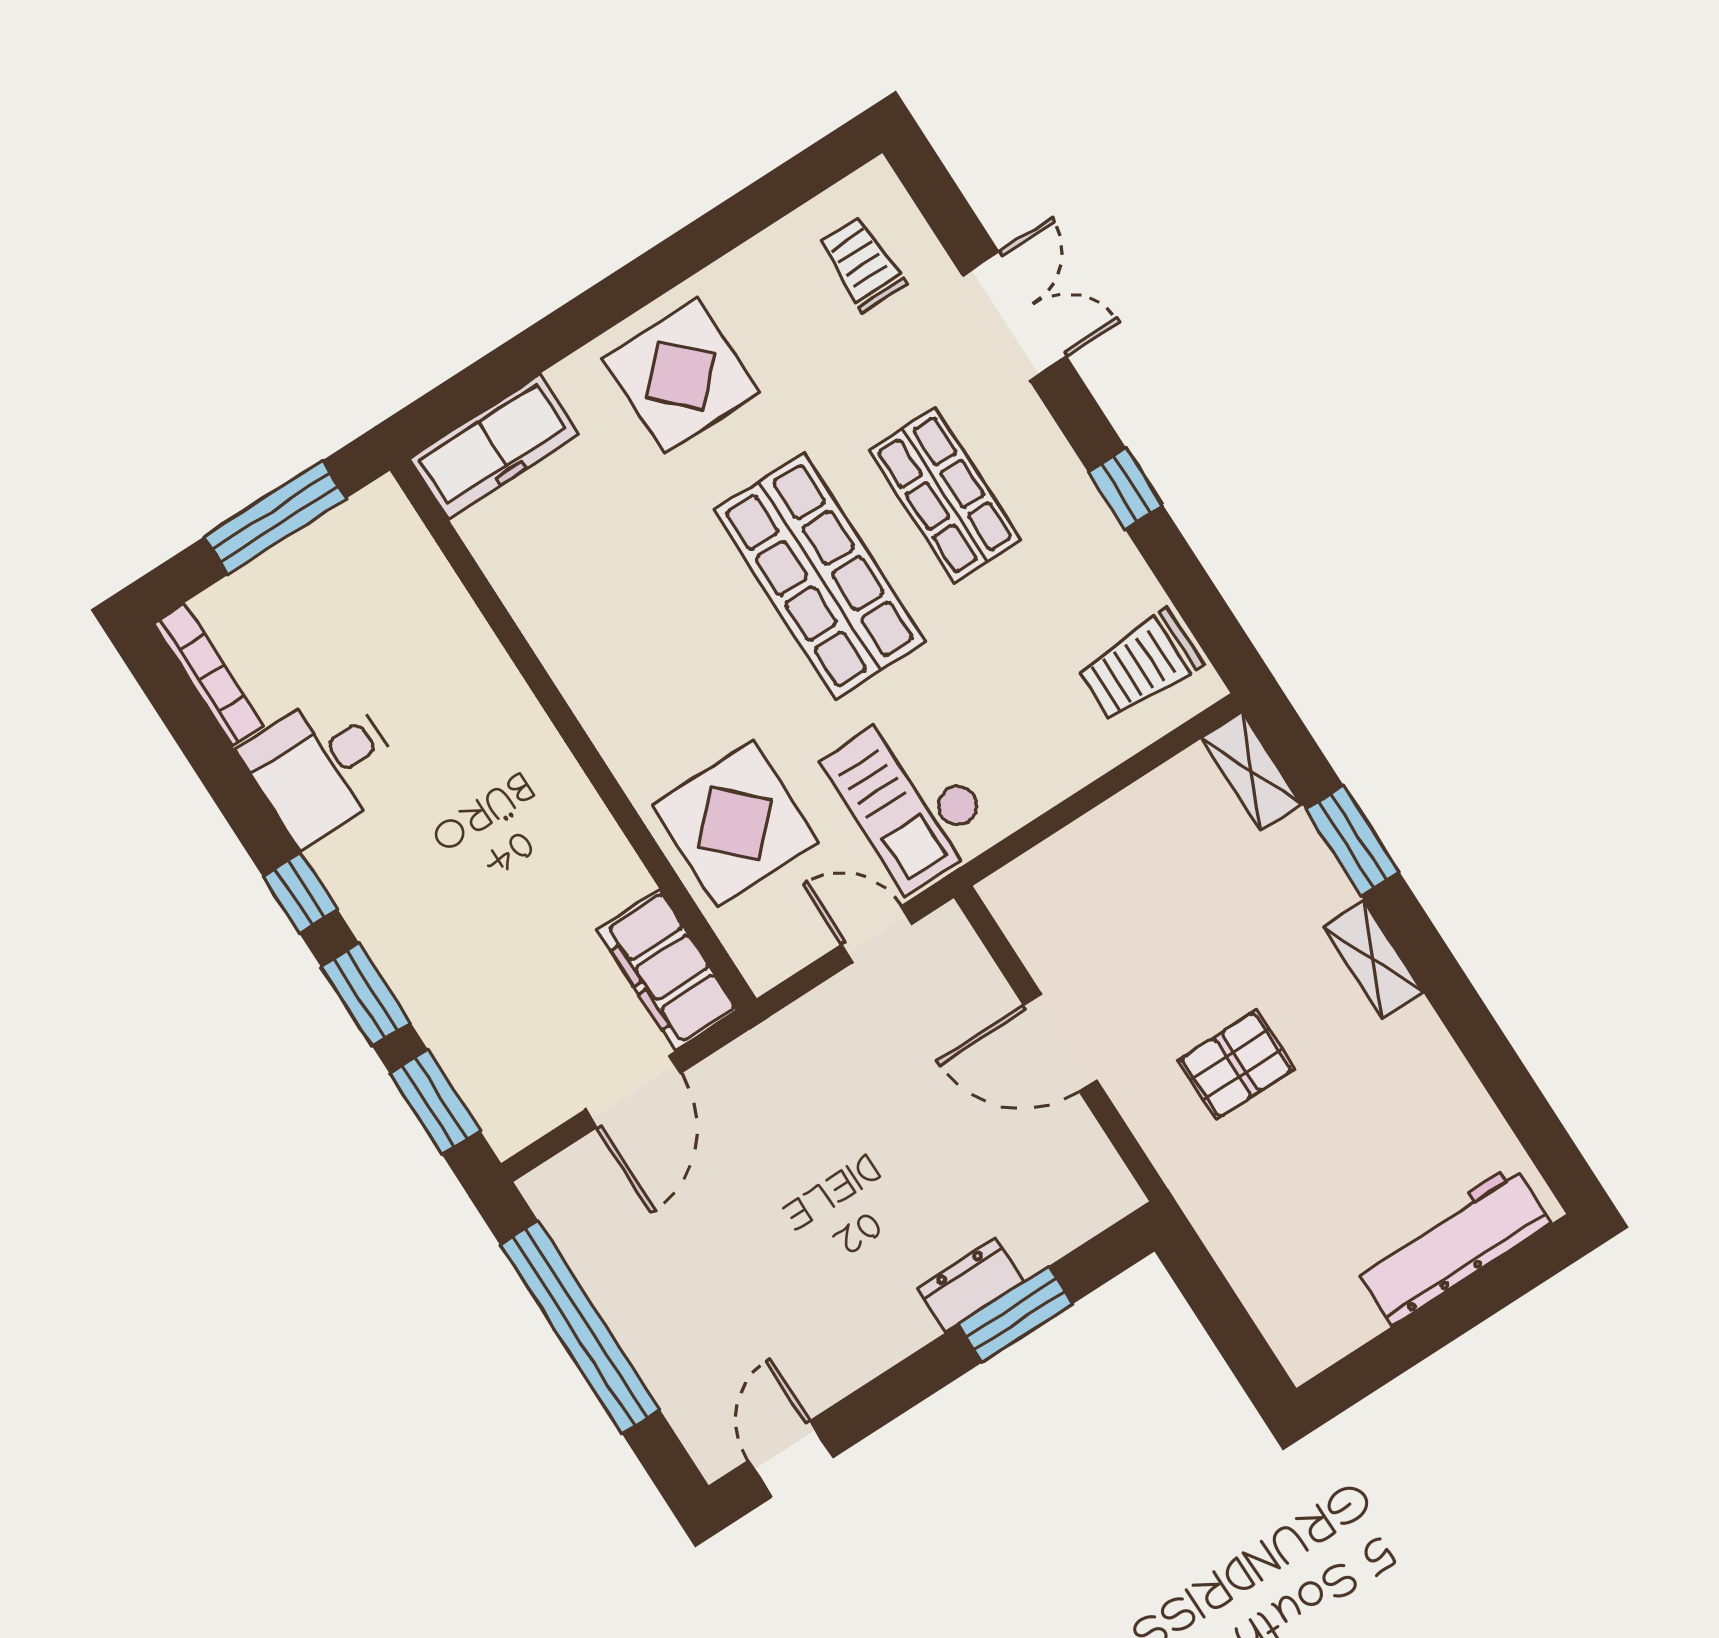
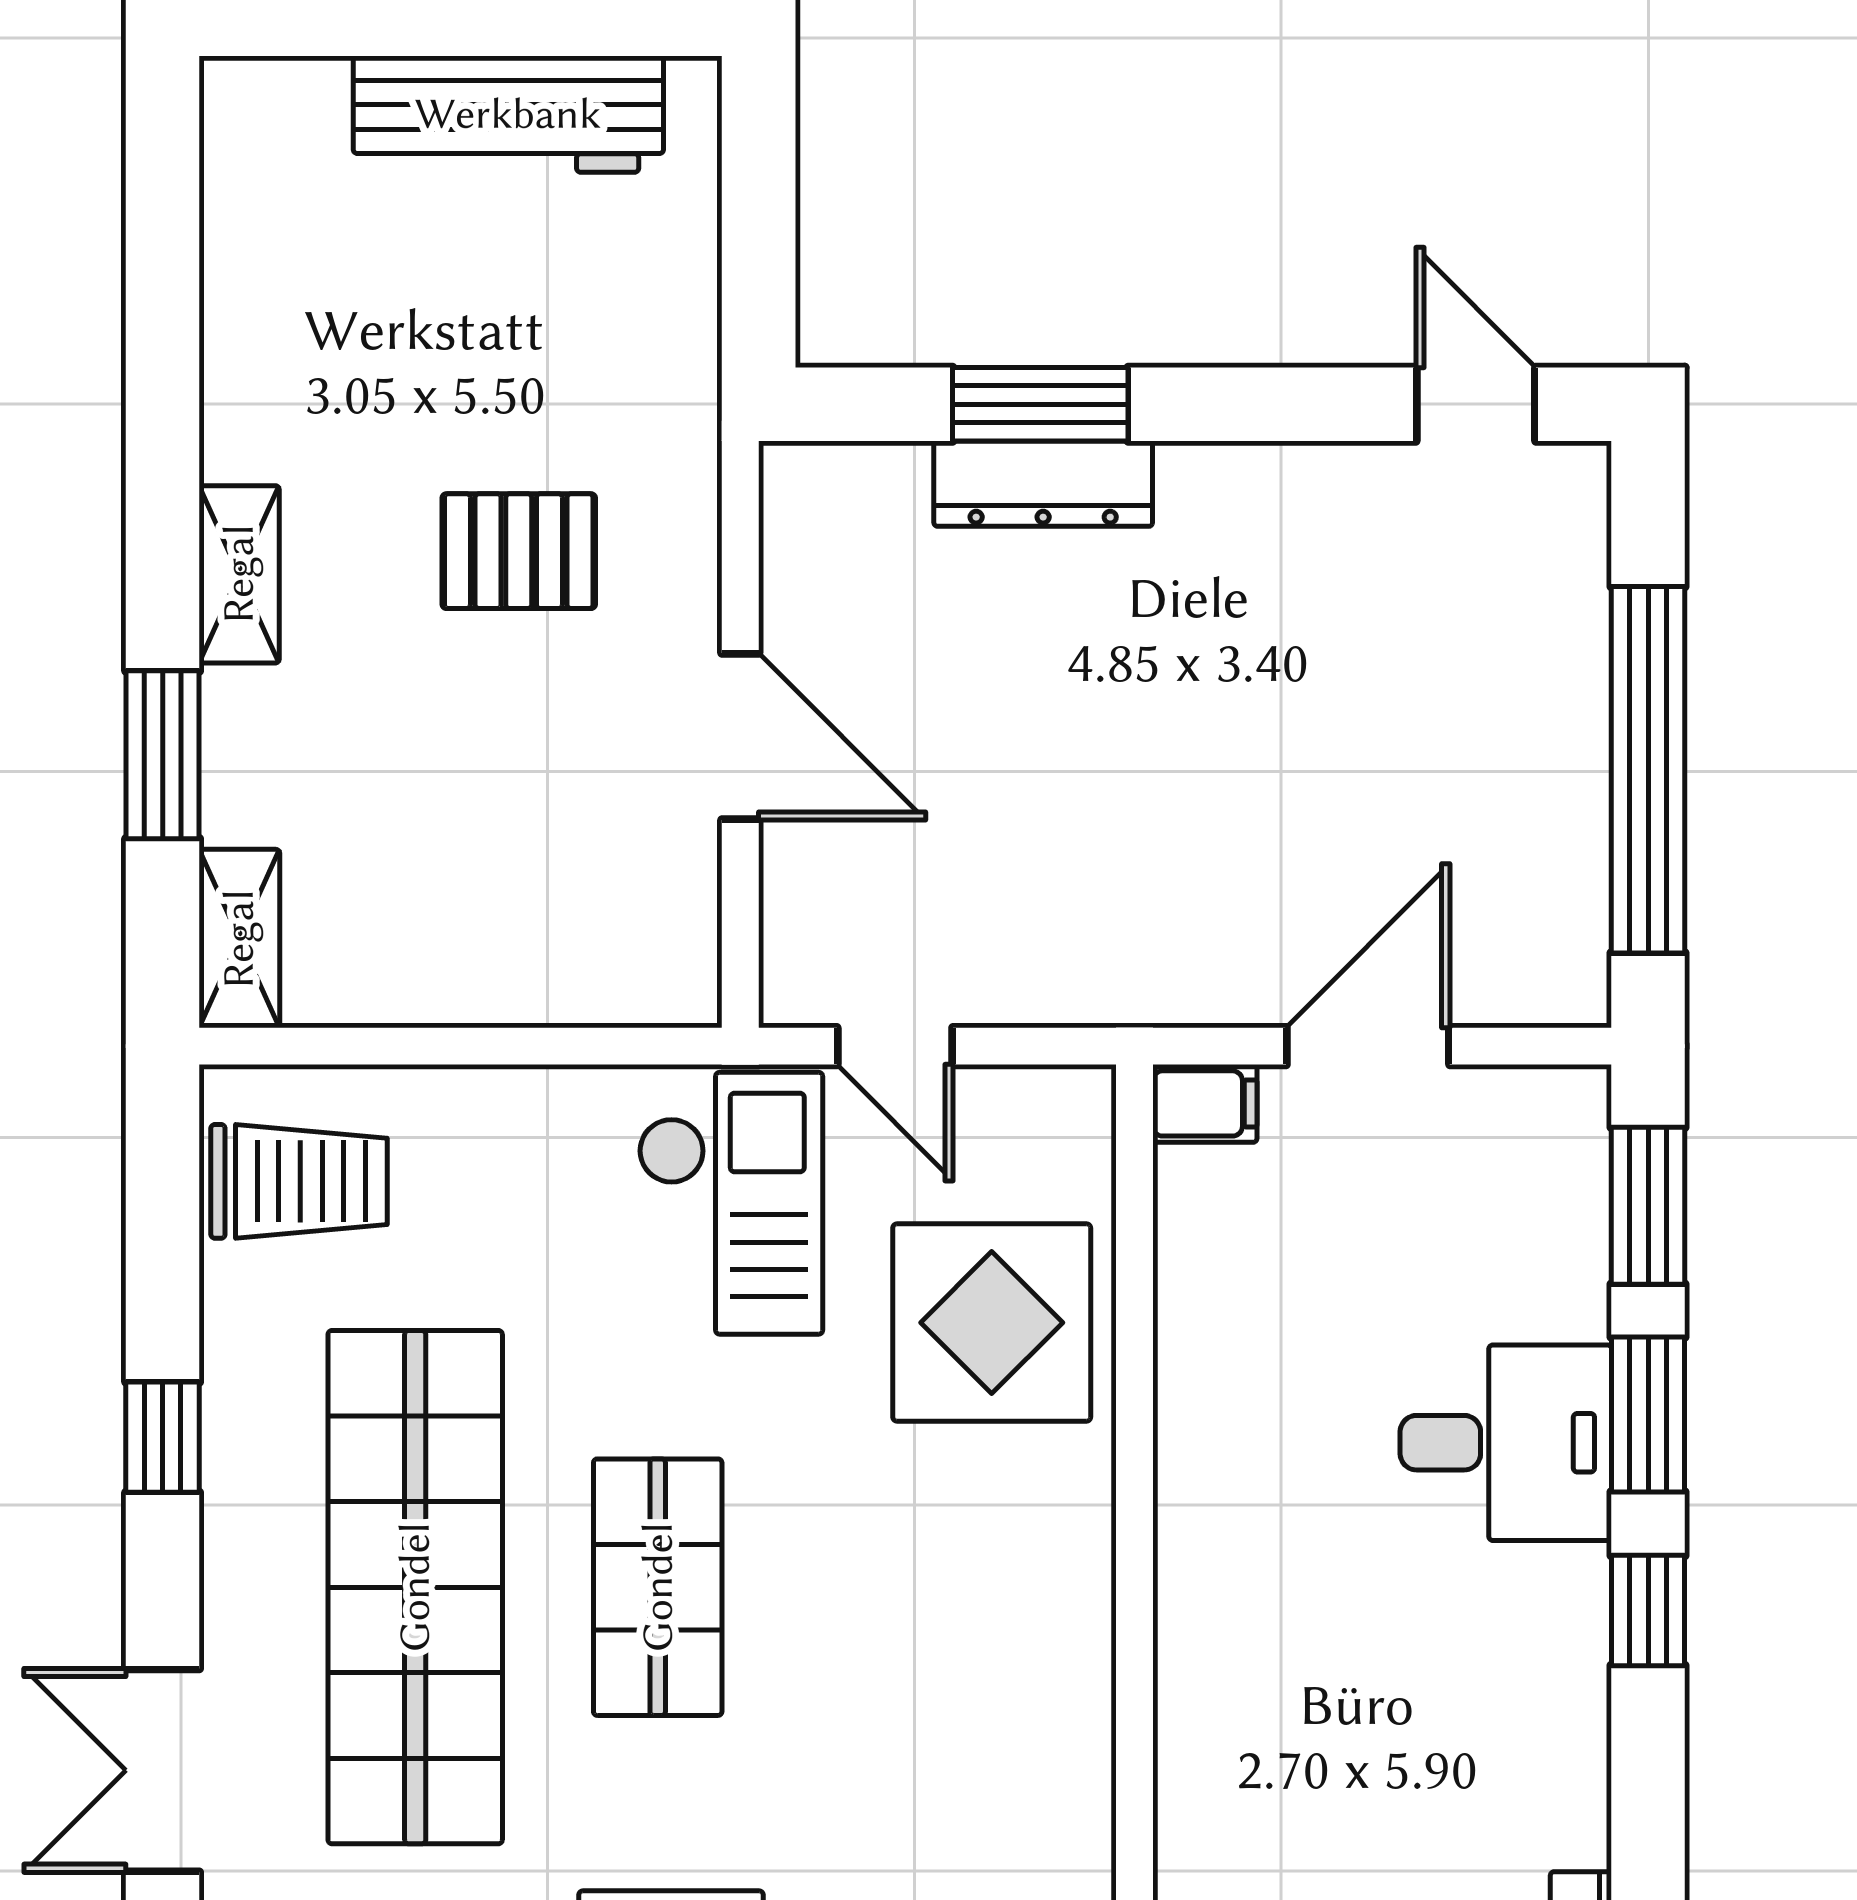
shop shelf: (945, 495) -> (415, 1587), width x2.00, depth x1.36
shop shelf: (820, 576) -> (658, 1587), width x0.70, depth x0.74
desk: (322, 765) -> (1506, 1443), moved
filing cabinet: (668, 970) -> (1205, 1103), width x0.33, depth x0.86
workbench: (1452, 1245) -> (508, 114), moved
dresser: (971, 1285) -> (1043, 484), width x1.44
door: (791, 1459) -> (1476, 404), swing flipped

